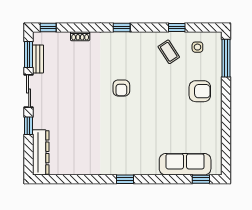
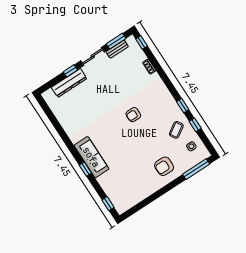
window: (122, 27) -> (183, 106), moved
armchair: (200, 91) -> (164, 166), turned 90
dresser: (41, 152) -> (69, 83), moved
sofa: (185, 164) -> (91, 157), moved
window: (125, 179) -> (85, 169), moved

